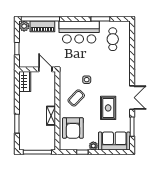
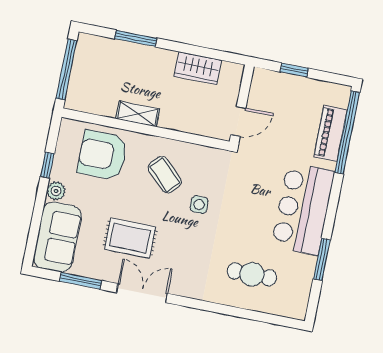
plant: (24, 26) -> (339, 95), removed
cafe table: (113, 39) -> (252, 274), moved
wardrobe: (25, 82) -> (198, 68), moved
double door: (132, 98) -> (142, 293), swing flipped

